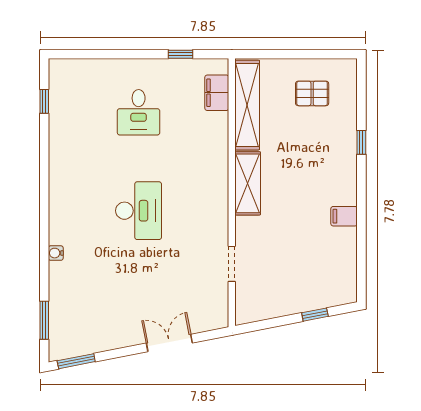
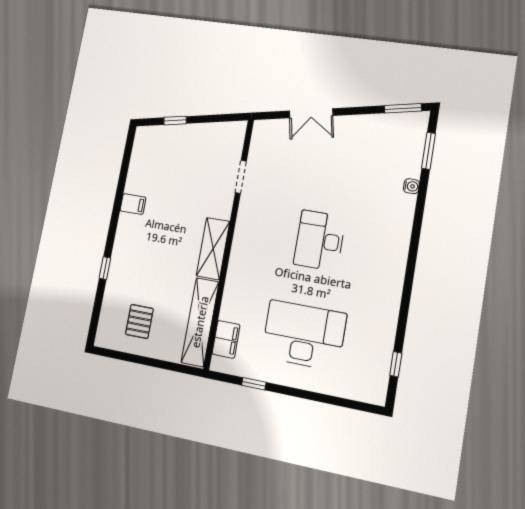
pallet: (312, 93) -> (139, 321), turned 90
desk: (139, 112) -> (304, 335), width x1.87, depth x1.30
water cooler: (56, 253) -> (411, 186), moved

